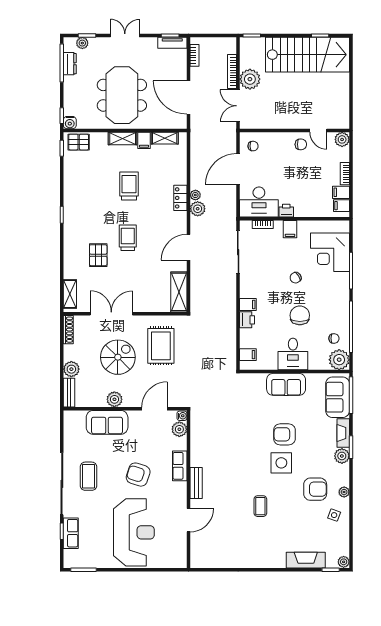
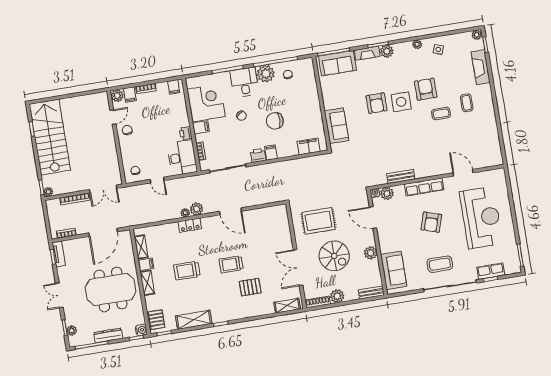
dresser: (70, 64) -> (108, 335), moved, width x1.44
plant: (250, 79) -> (48, 192), moved, width x0.53, depth x0.53
door: (238, 169) -> (157, 180), width x0.53
filing cabinet: (341, 192) -> (130, 94), moved
corner desk: (330, 252) -> (206, 103), moved, turned -90
shelving: (179, 292) -> (194, 320), moved
chair: (300, 315) -> (275, 121), moved
printer: (247, 320) -> (258, 155), moved
desk: (293, 354) -> (244, 82), moved, turned -90
filing cabinet: (248, 355) -> (309, 146), width x2.00
spiral stairs: (118, 357) -> (334, 256), turned 180
plant: (339, 360) -> (266, 74), moved
plant: (71, 369) -> (337, 296), moved
sofa: (286, 384) -> (336, 126), moved
sofa: (107, 422) -> (394, 270), moved
row of seats: (180, 466) -> (424, 187), width x1.48
bench: (196, 483) -> (401, 176), moved
armchair: (315, 489) -> (426, 89), moved
reception desk: (134, 532) -> (481, 218), turned 90
coffee table: (268, 537) -> (467, 103), added

